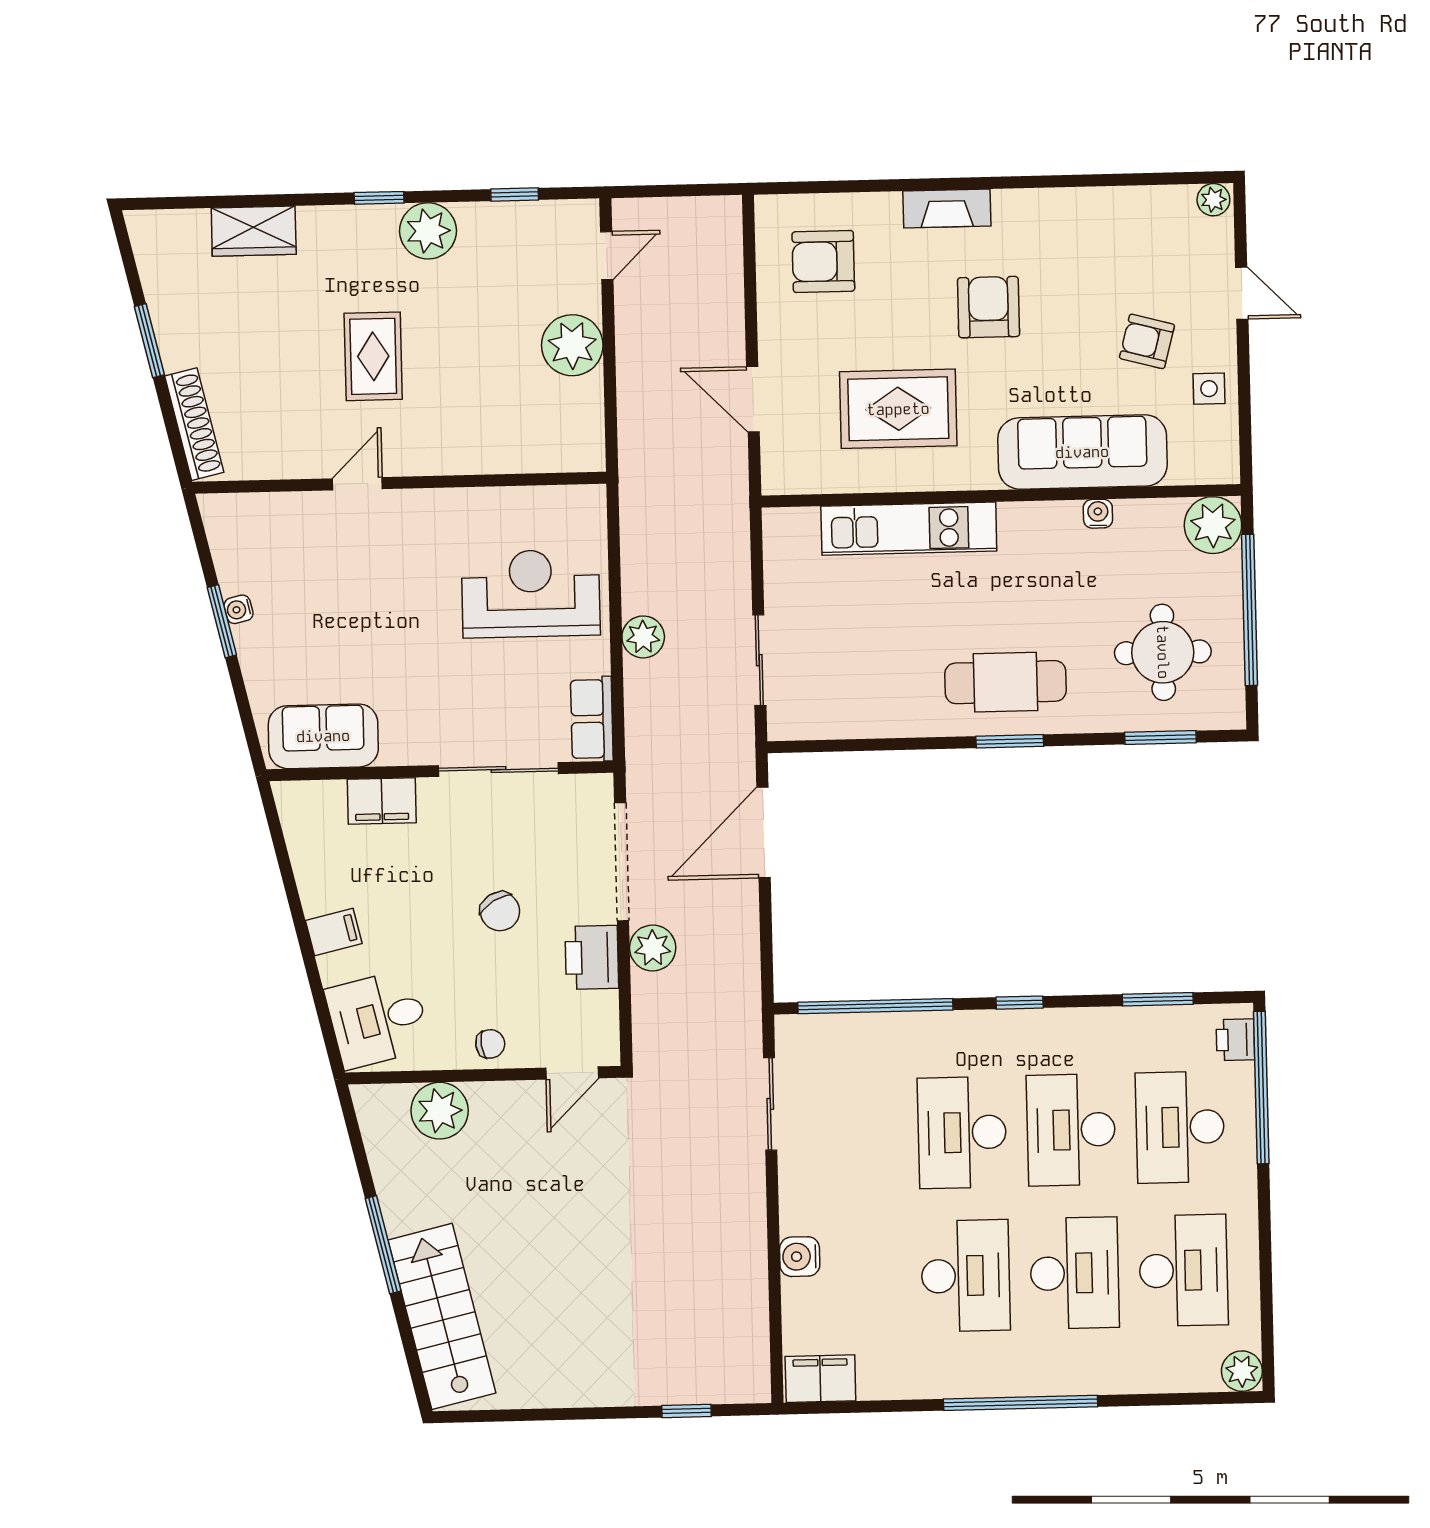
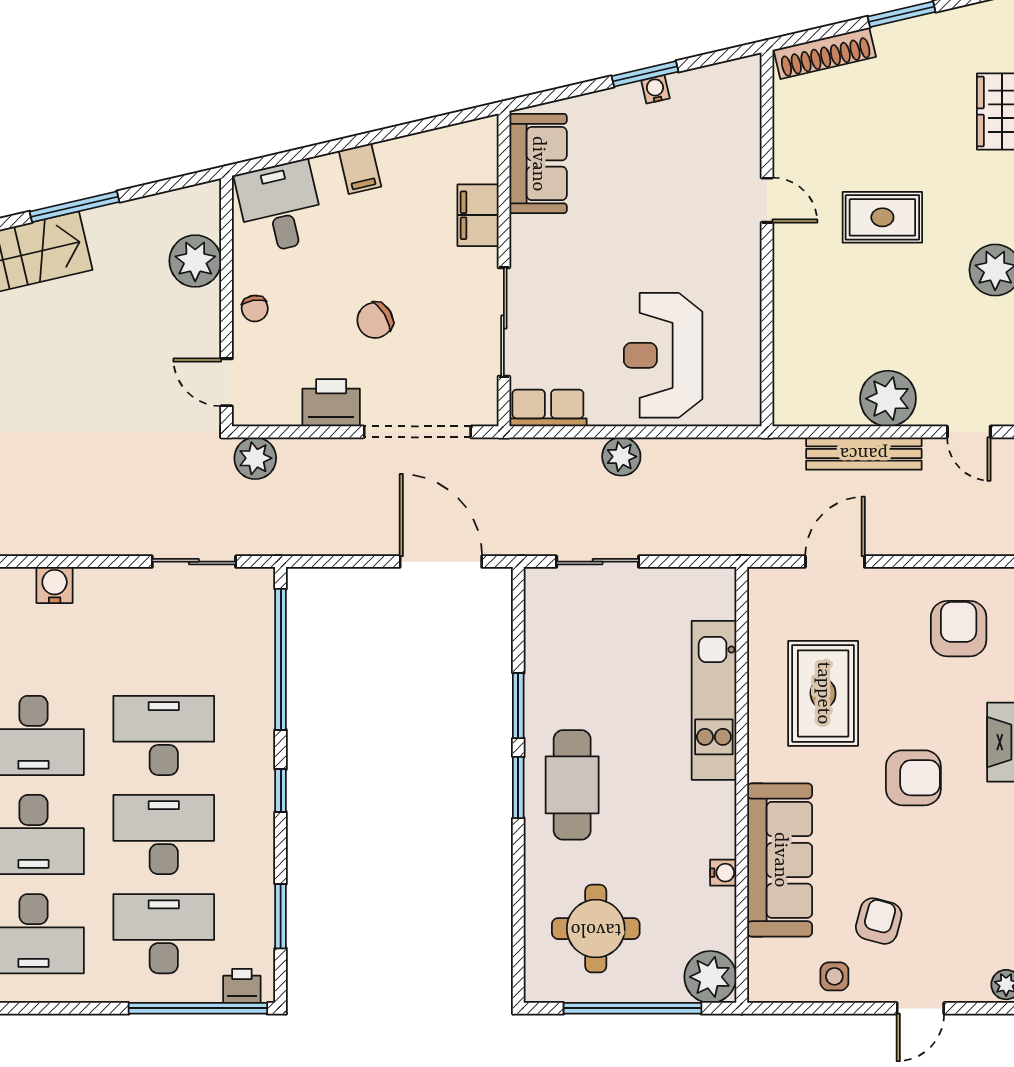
bench: (633, 370) -> (864, 453), added
reception desk: (531, 594) -> (663, 355), turned 180
window: (1160, 738) -> (518, 706), moved
plant: (653, 948) -> (255, 458), moved

